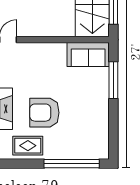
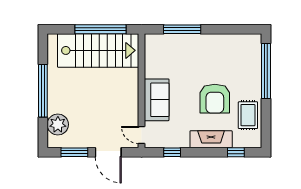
sofa: (88, 55) -> (157, 100), moved

